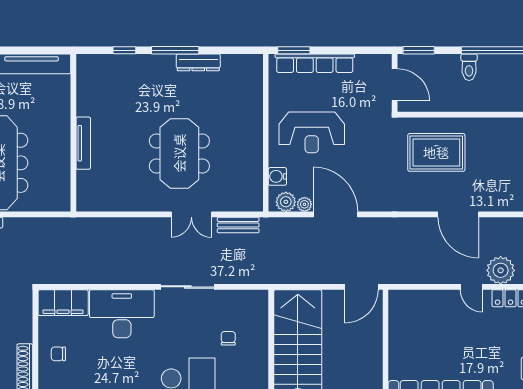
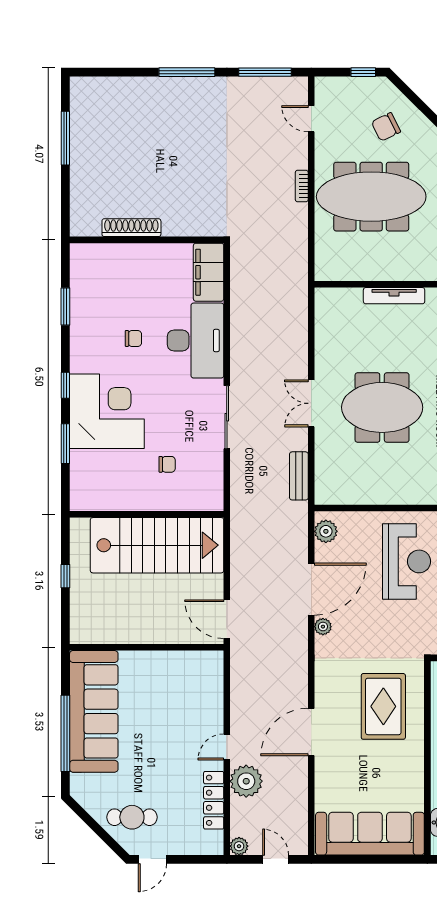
reception desk: (312, 132) -> (407, 561), turned 180
water cooler: (277, 176) -> (355, 522), removed
plant: (304, 204) -> (323, 627), moved
double door: (191, 214) -> (311, 403), moved
chair: (58, 354) -> (133, 338), moved, turned 90

